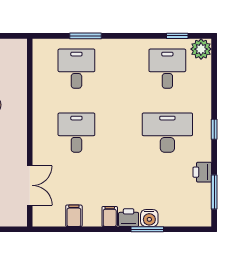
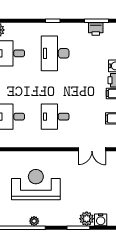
printer: (202, 172) -> (96, 29), moved
double door: (30, 185) -> (92, 149), swing flipped

